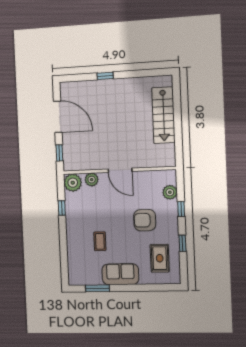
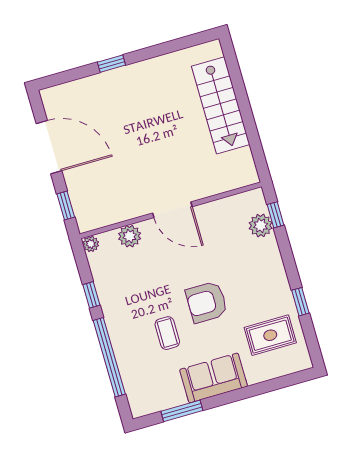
plant: (73, 183) -> (91, 244), width x0.53, depth x0.53
window: (181, 209) -> (276, 215), moved
armchair: (145, 220) -> (207, 302), moved
window: (63, 246) -> (109, 357), added
rug: (160, 258) -> (270, 335), turned 90

